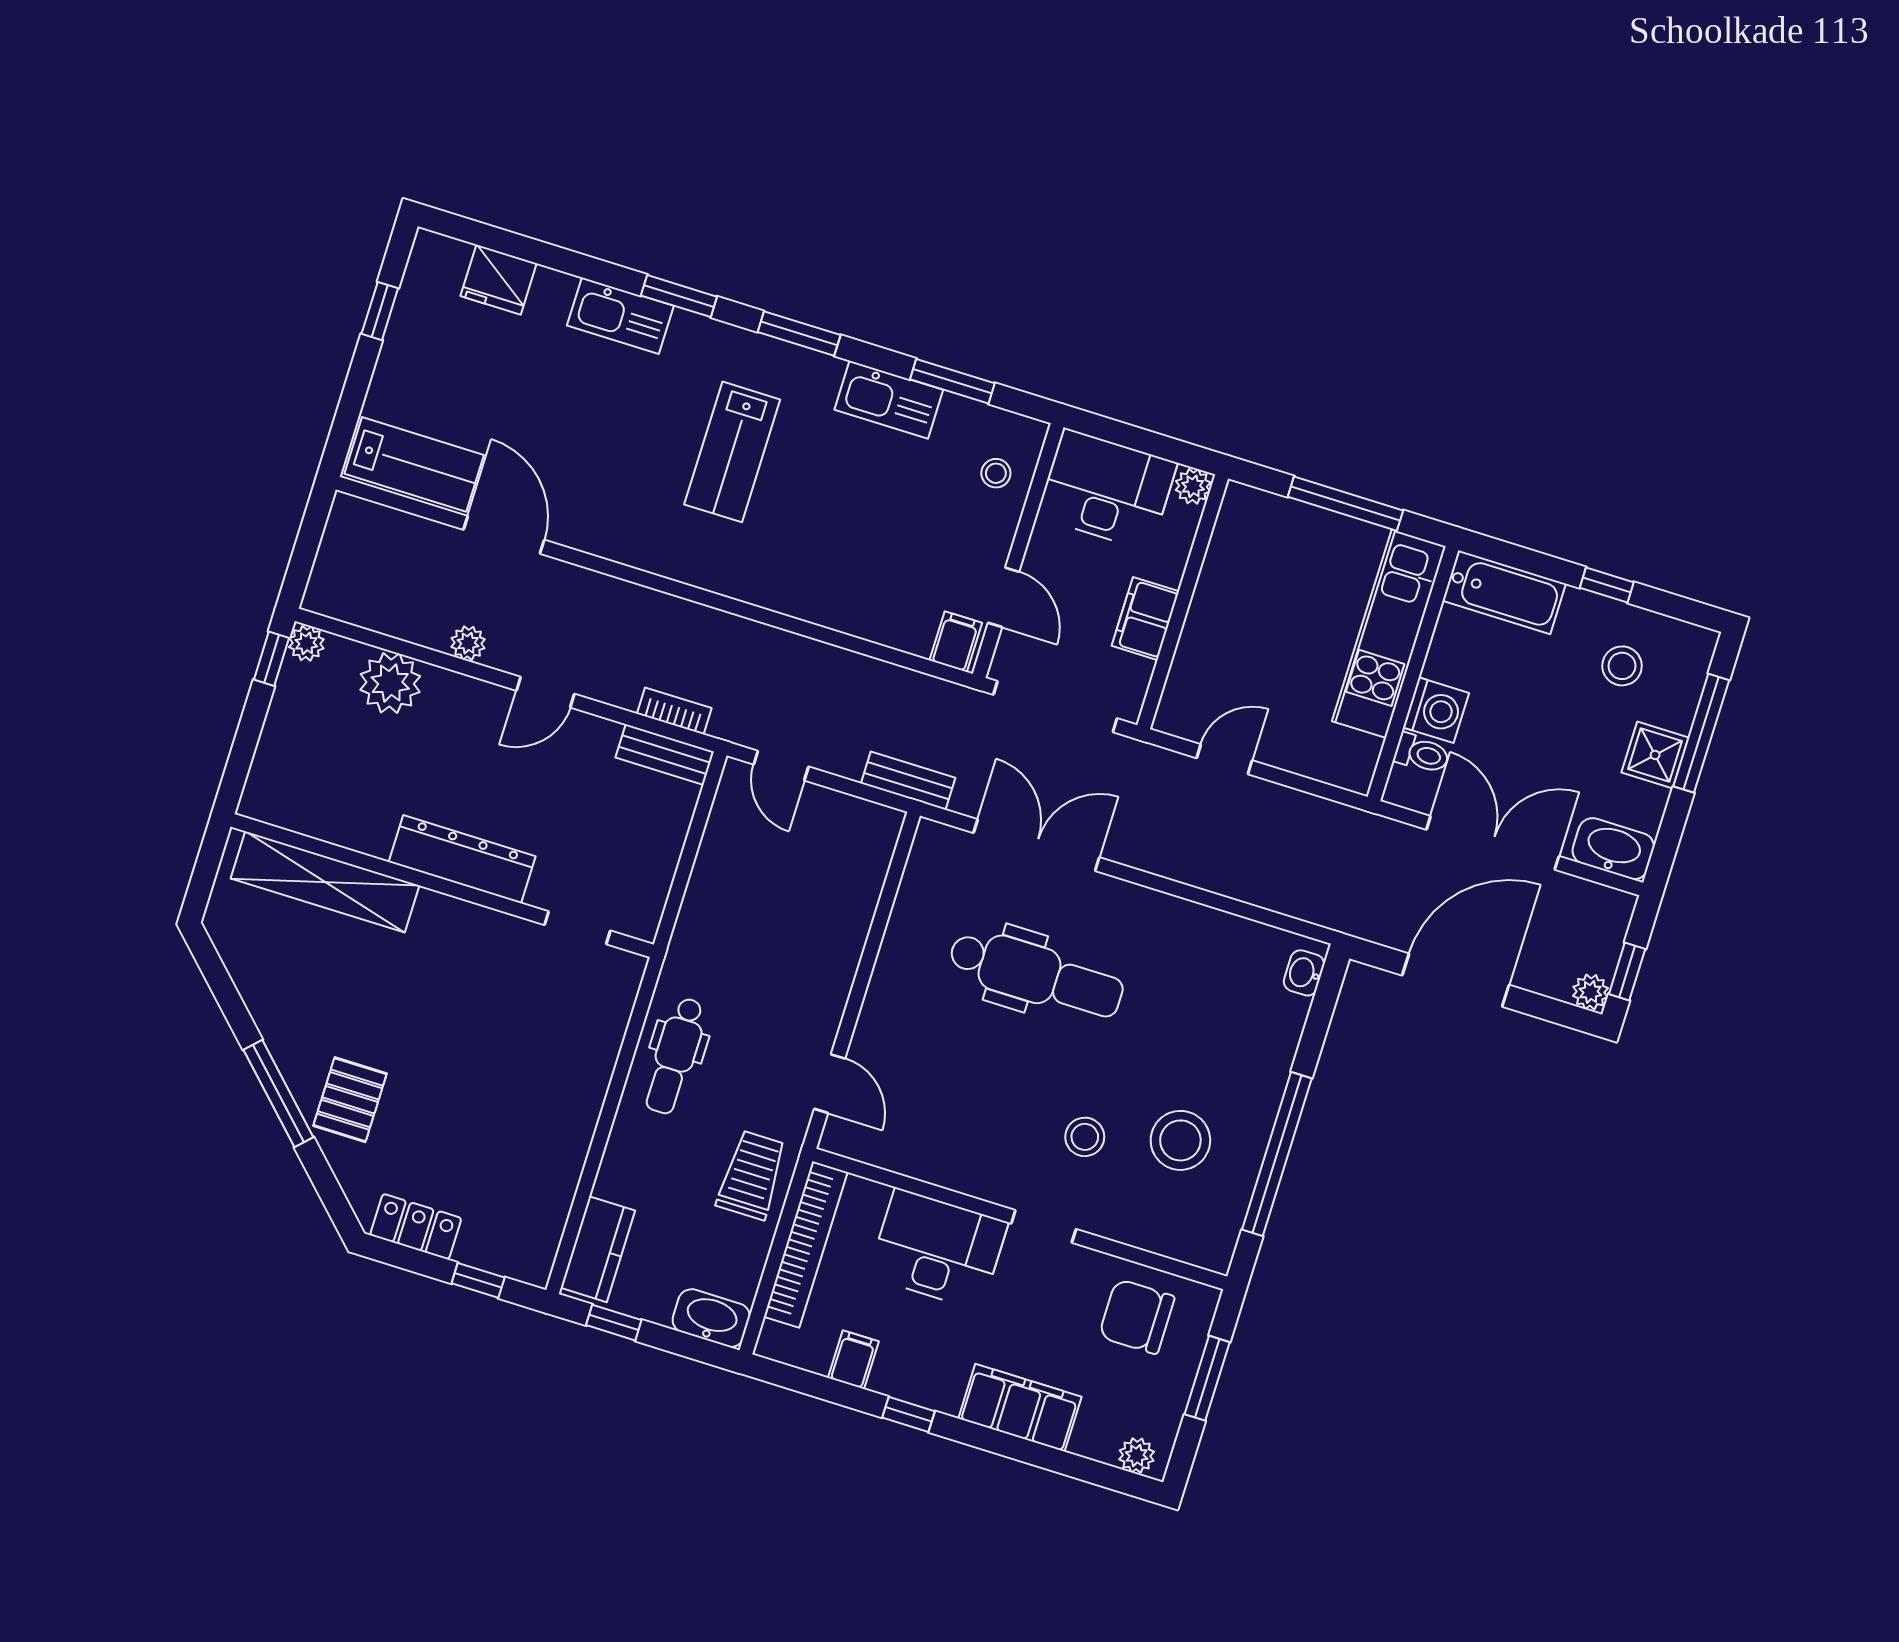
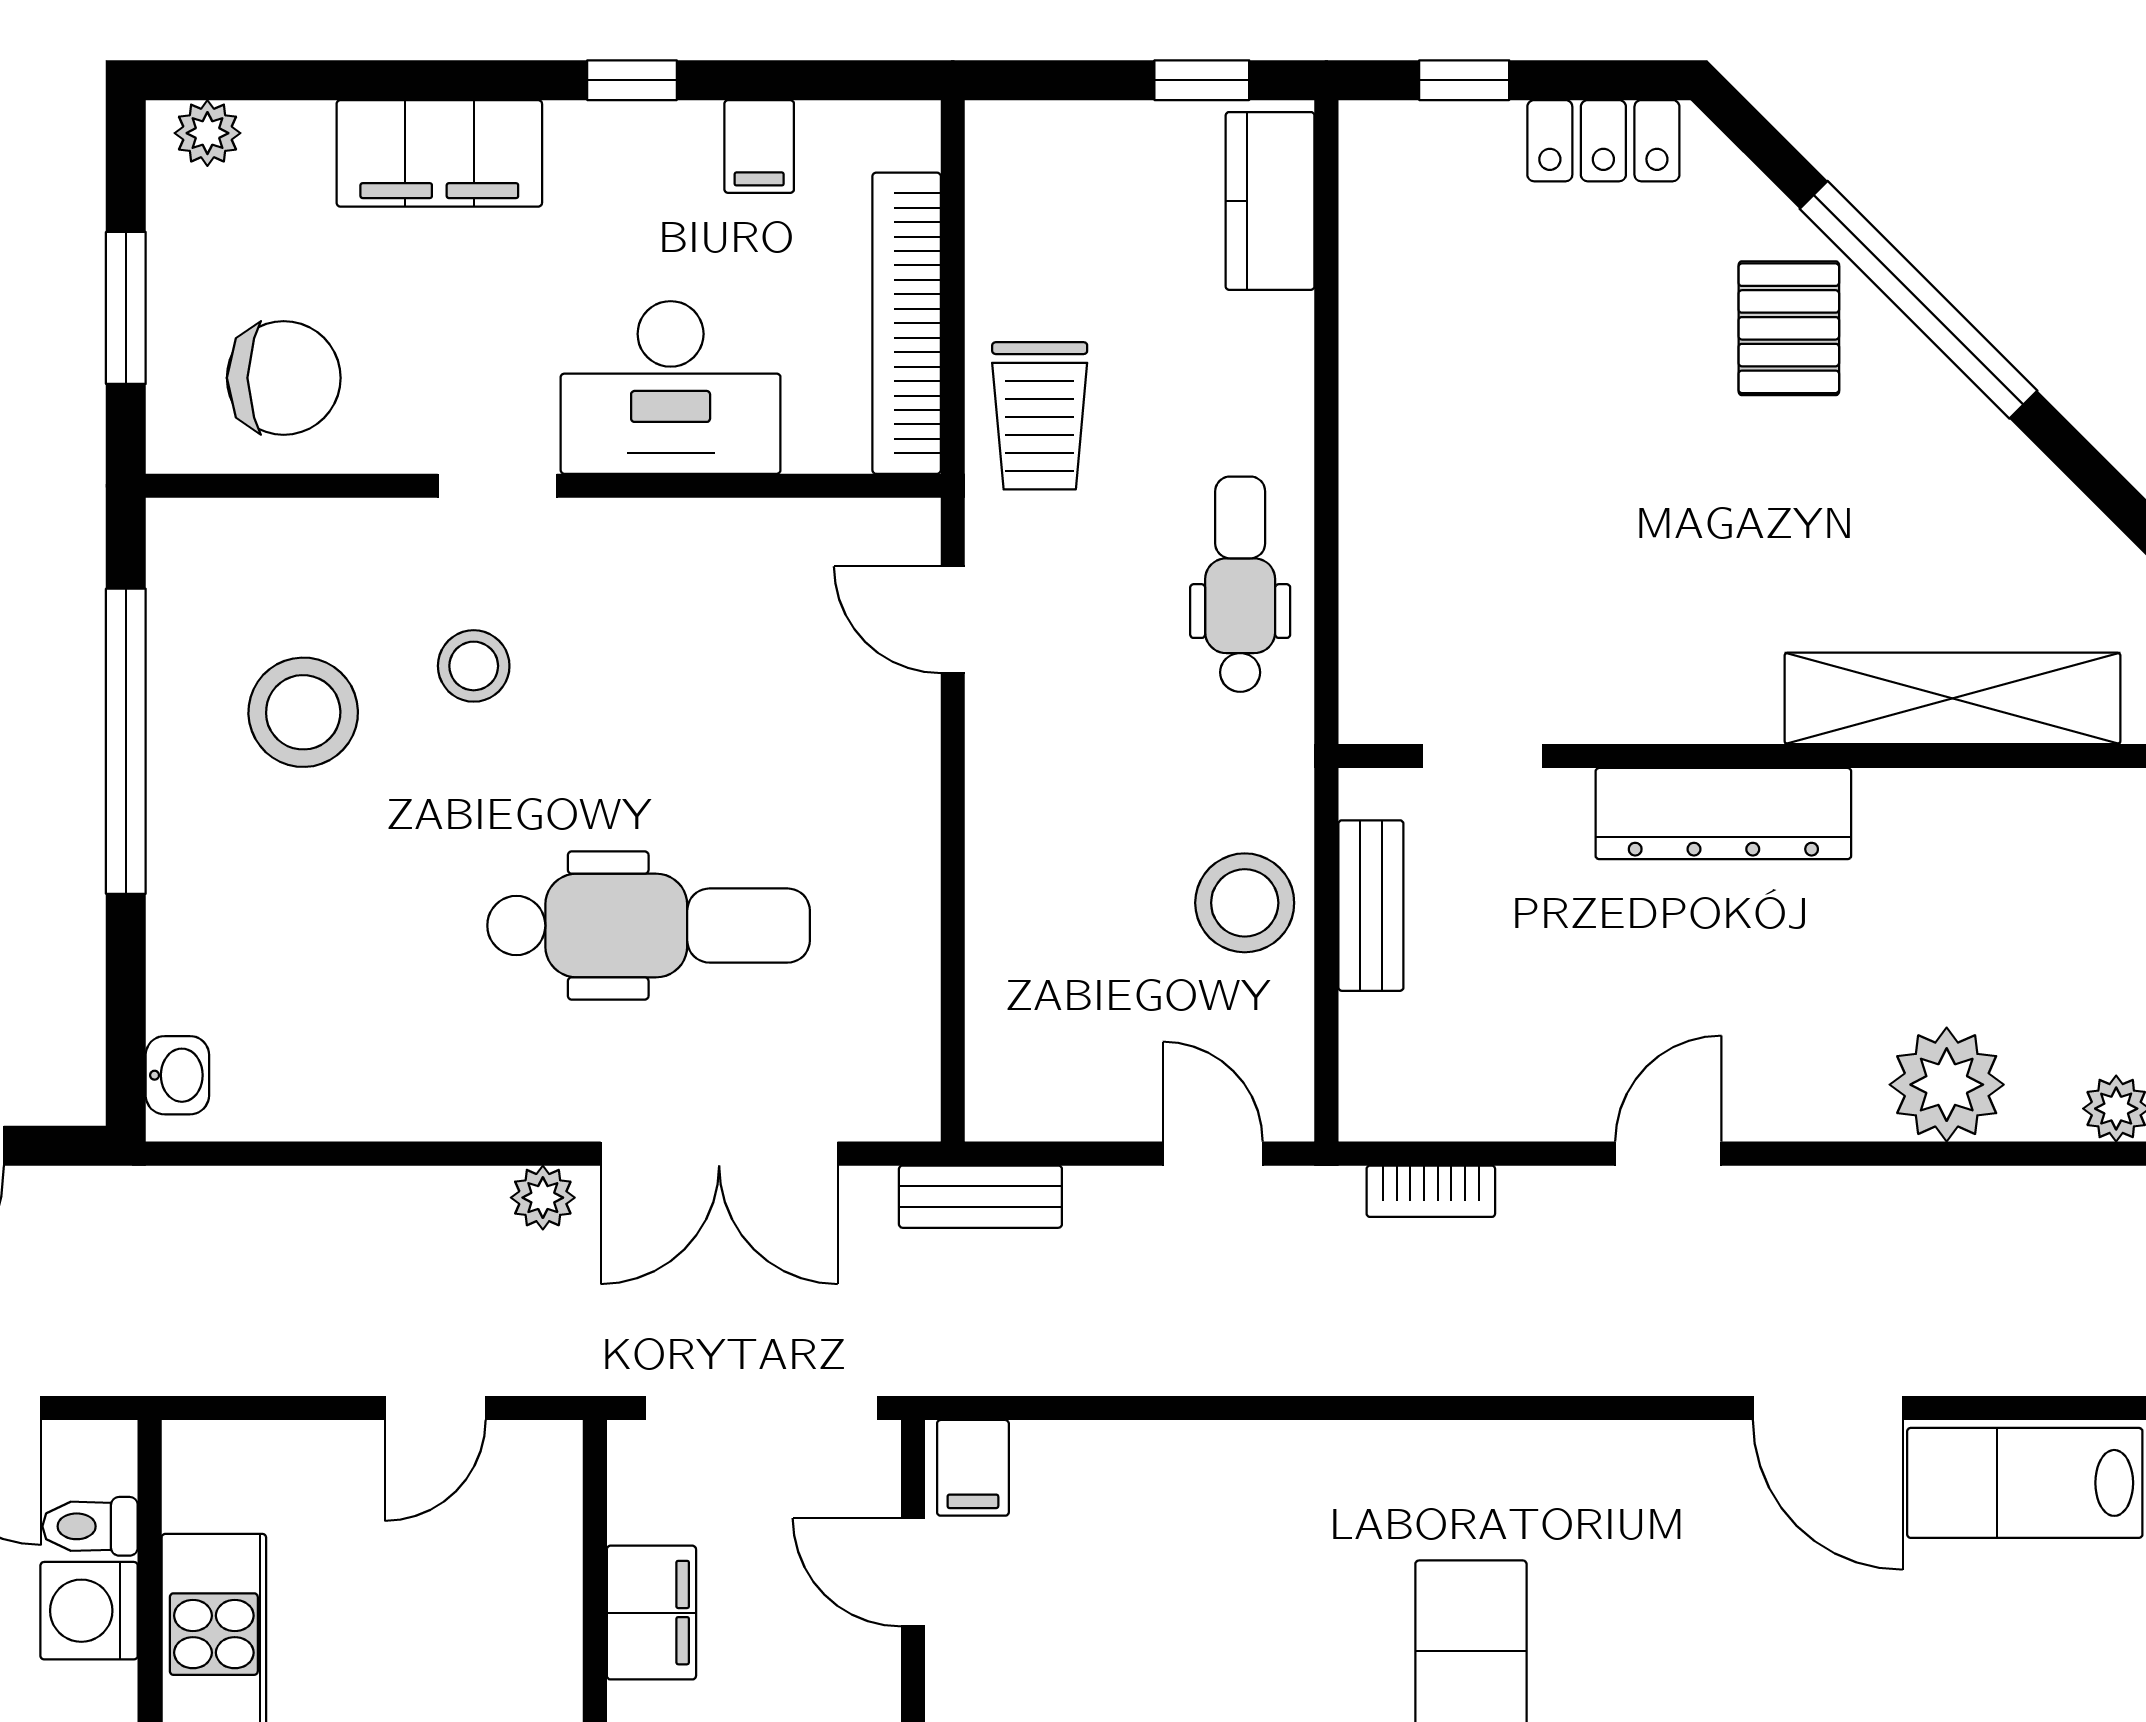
plant: (468, 643) -> (543, 1198), moved
bench: (665, 755) -> (1371, 906), moved, turned 90
stool: (724, 890) -> (1245, 903), added
dental chair: (1036, 974) -> (649, 926), turned 180
window: (278, 1094) -> (1918, 300), width x1.46
washbasin: (711, 1318) -> (1033, 142), removed

